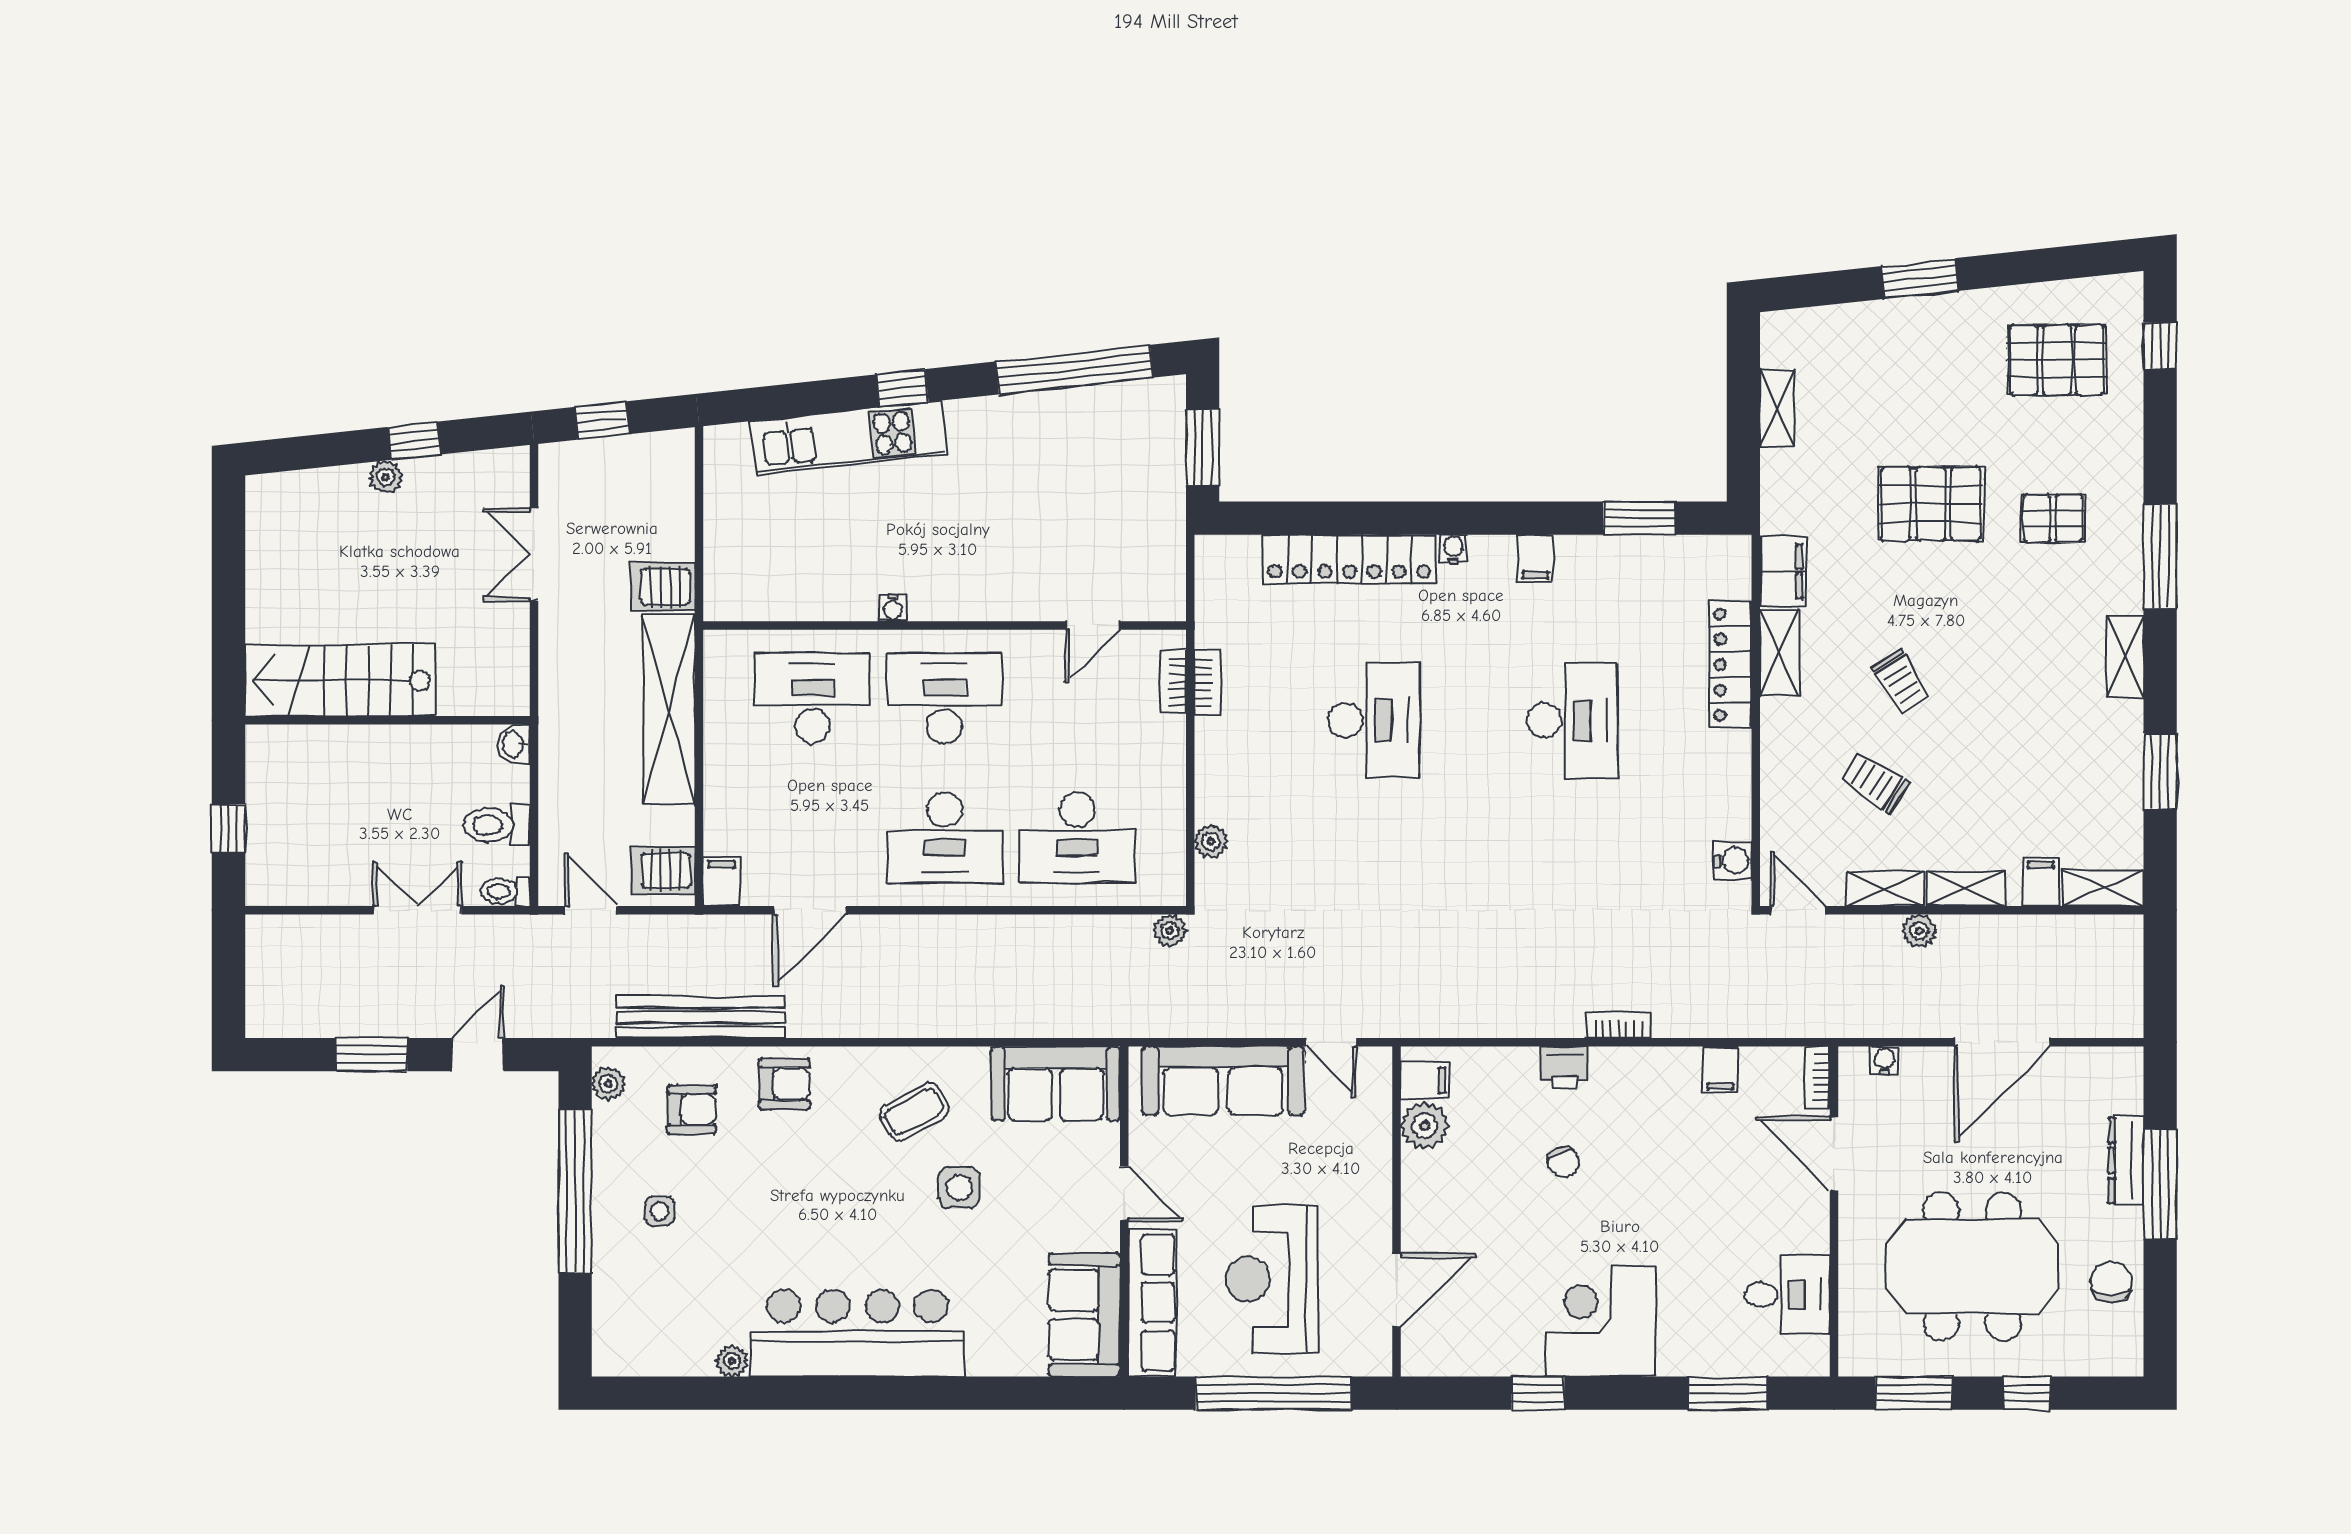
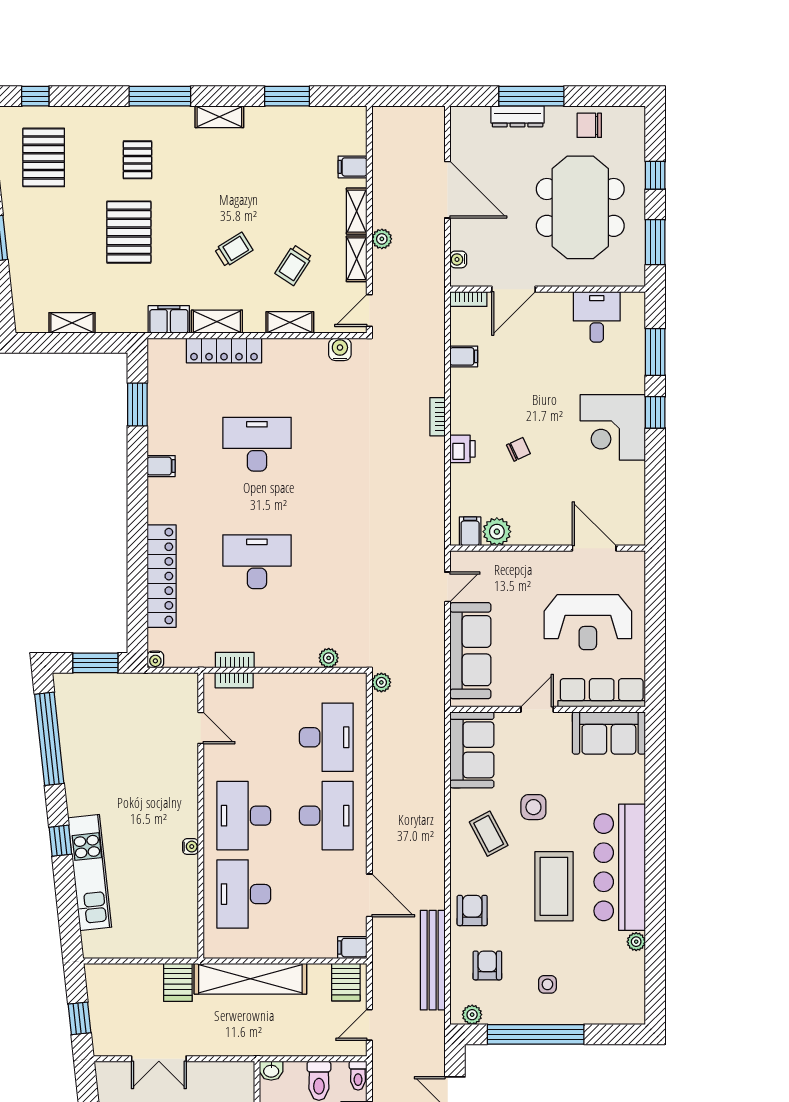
water cooler: (1453, 549) -> (155, 660), moved, turned -90
shelving: (2102, 888) -> (290, 322), moved, turned 90
coffee table: (825, 1222) -> (554, 886), added
window: (1273, 1393) -> (655, 621), removed
window: (1538, 1393) -> (655, 412), moved

